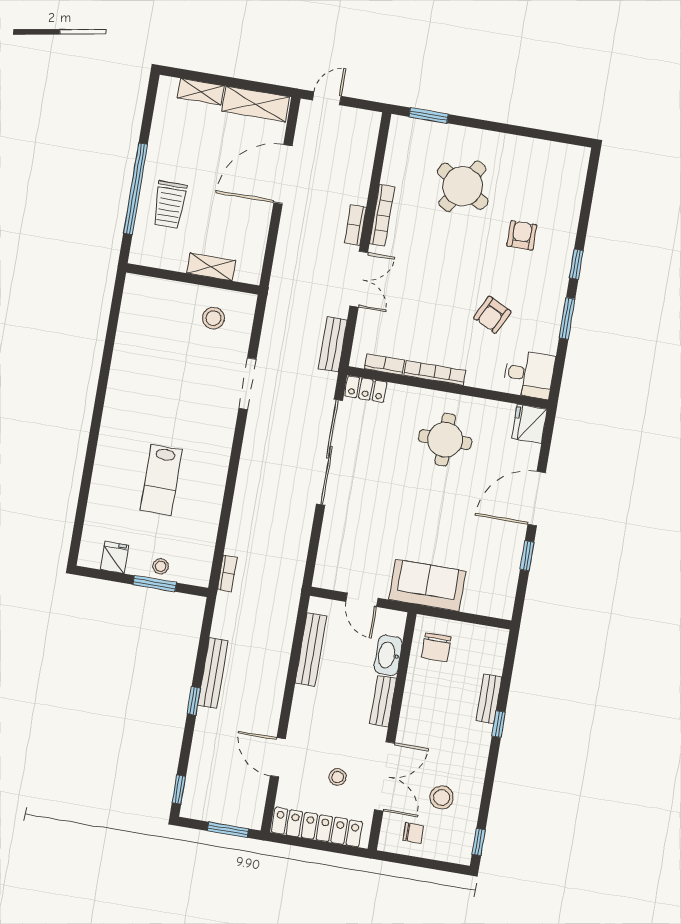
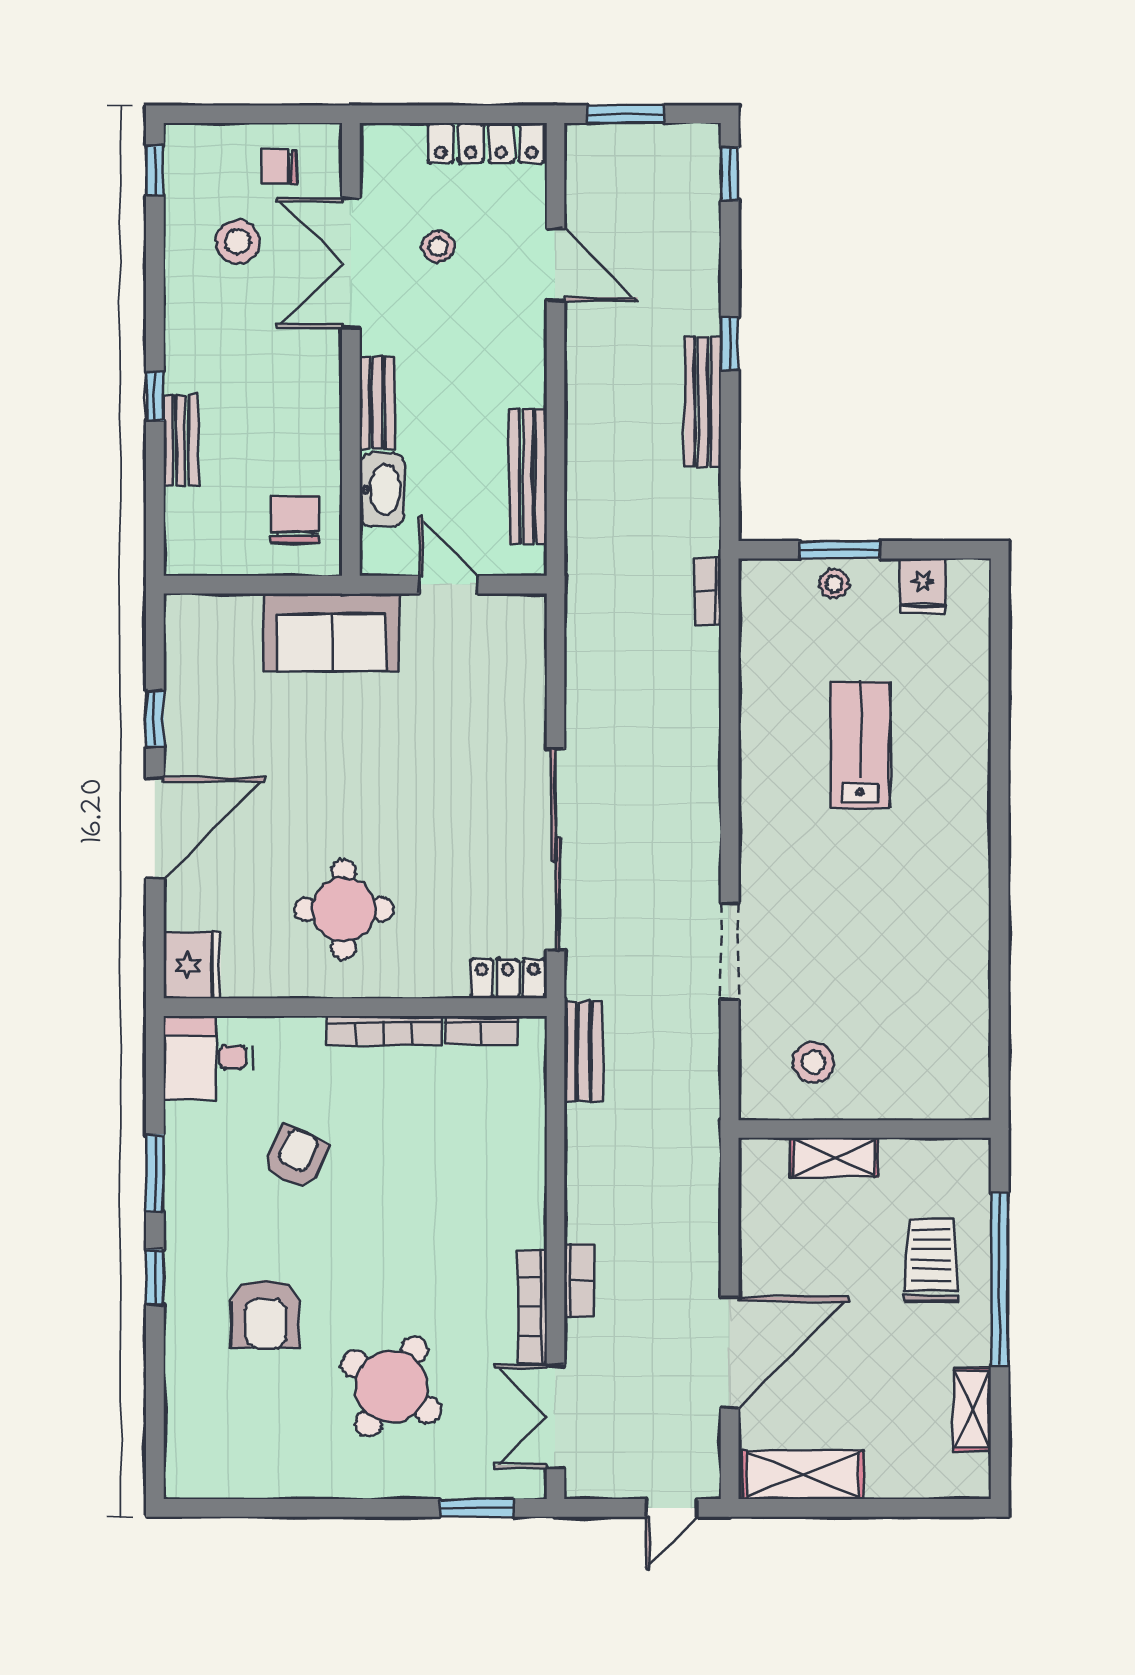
shelving: (201, 92) -> (972, 1409), moved, turned 90
armchair: (522, 235) -> (265, 1314), width x1.38, depth x1.38
double door: (359, 279) -> (555, 1417), moved
locker: (317, 827) -> (486, 143), width x0.71, depth x0.83

